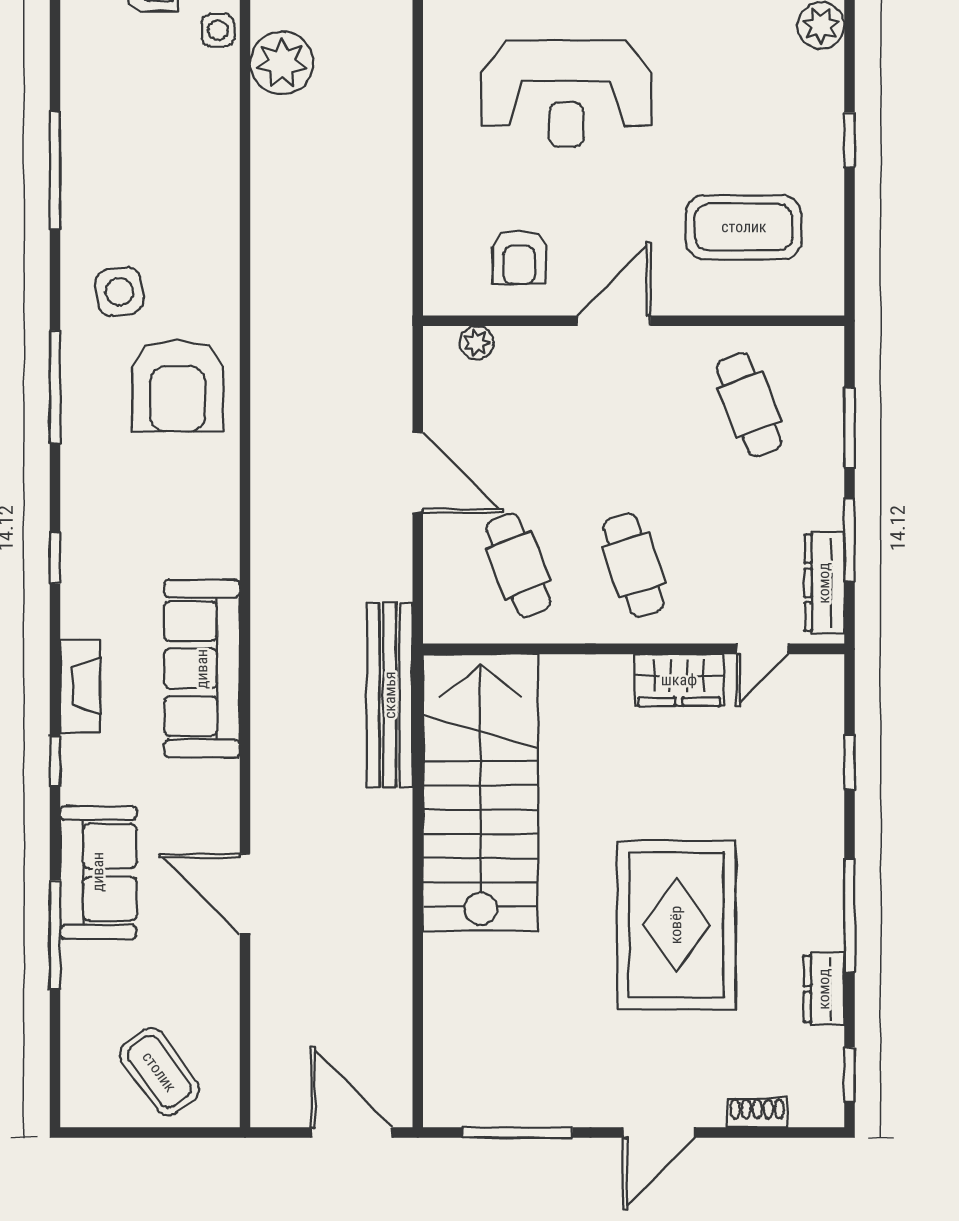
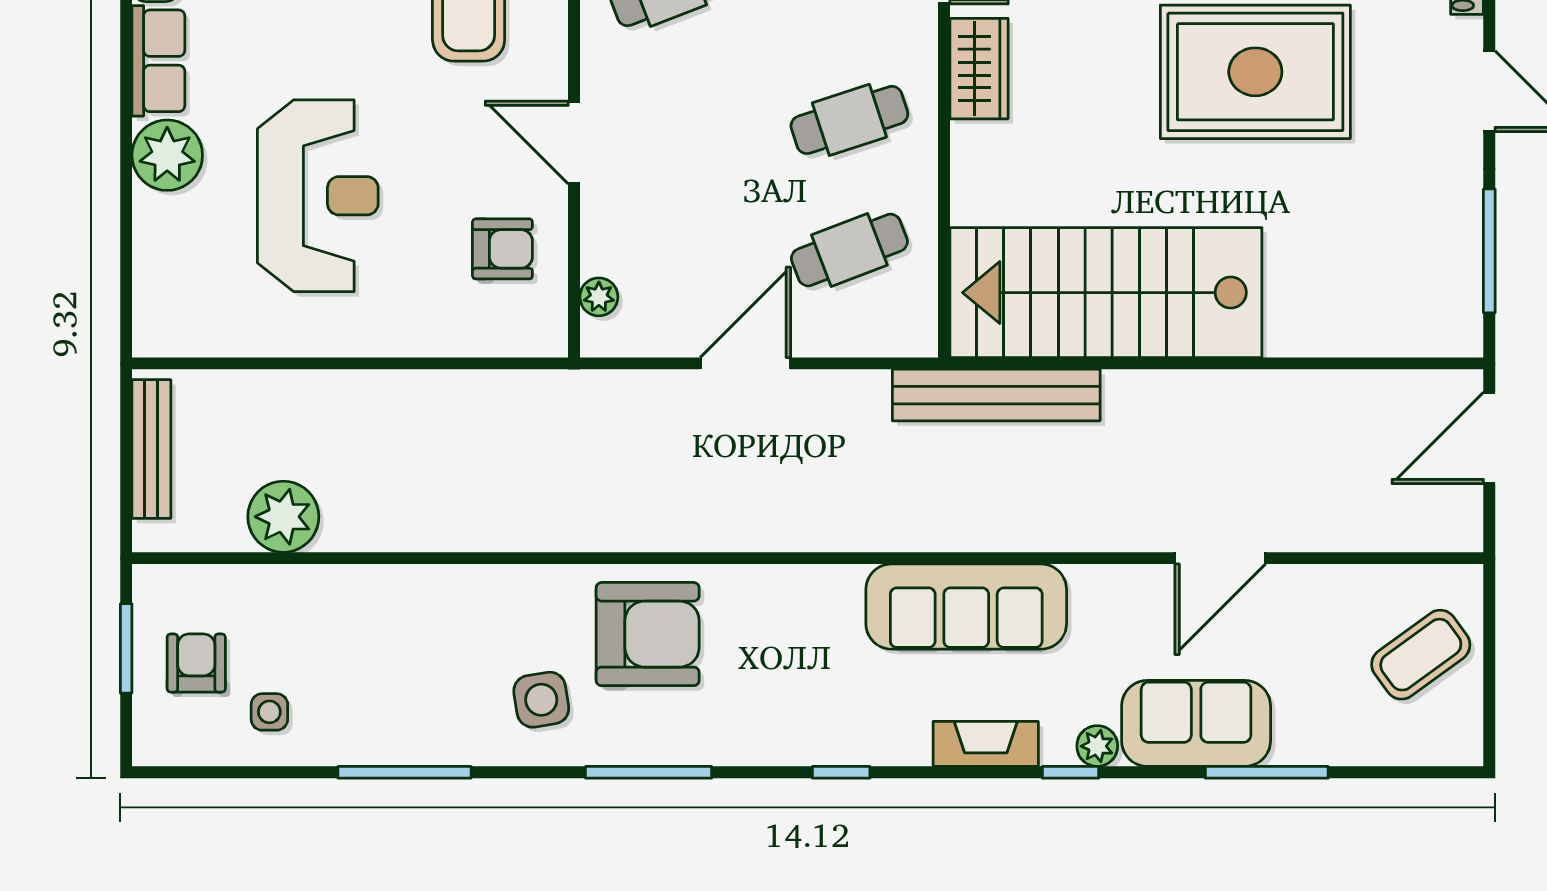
side table: (218, 30) -> (269, 712), moved
plant: (78, 785) -> (1097, 746), added

